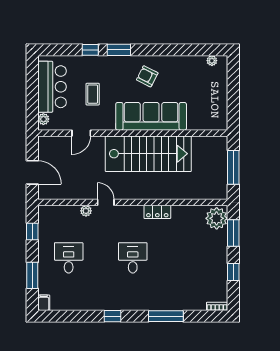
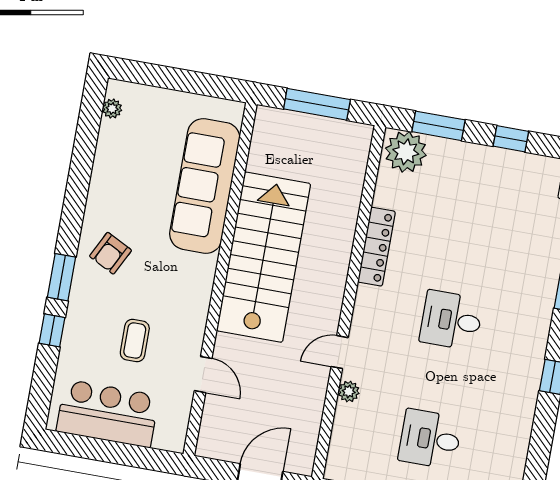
armchair: (147, 76) -> (111, 253), moved
coffee table: (93, 94) -> (135, 341), turned 90
sofa: (151, 116) -> (205, 186), moved
plant: (43, 119) -> (165, 440), removed
locker: (157, 212) -> (377, 247), width x1.53

